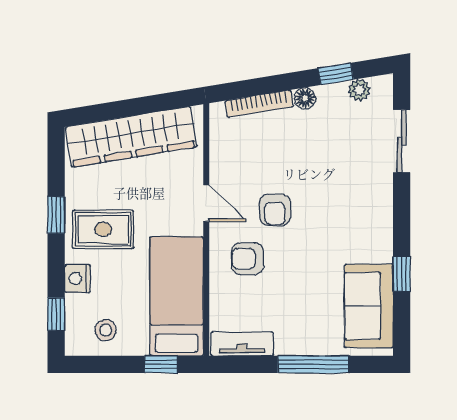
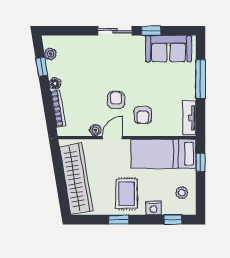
sliding door: (402, 141) -> (115, 31), moved
plant: (220, 172) -> (95, 130), added
armchair: (275, 210) -> (116, 100), turned -90

